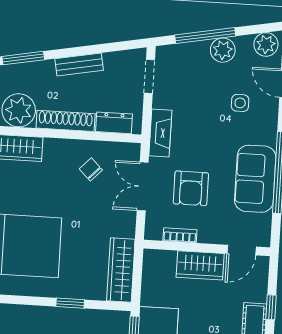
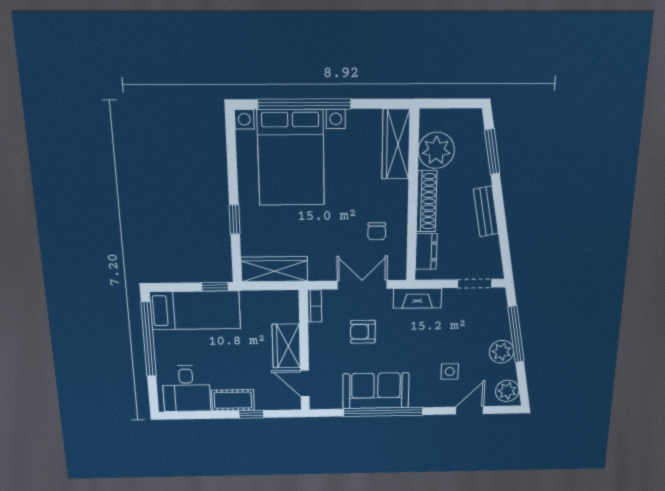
chair: (91, 169) -> (377, 231), turned 136
armchair: (191, 188) -> (363, 332), width x0.72, depth x0.72
bookcase: (180, 235) -> (315, 306), moved

